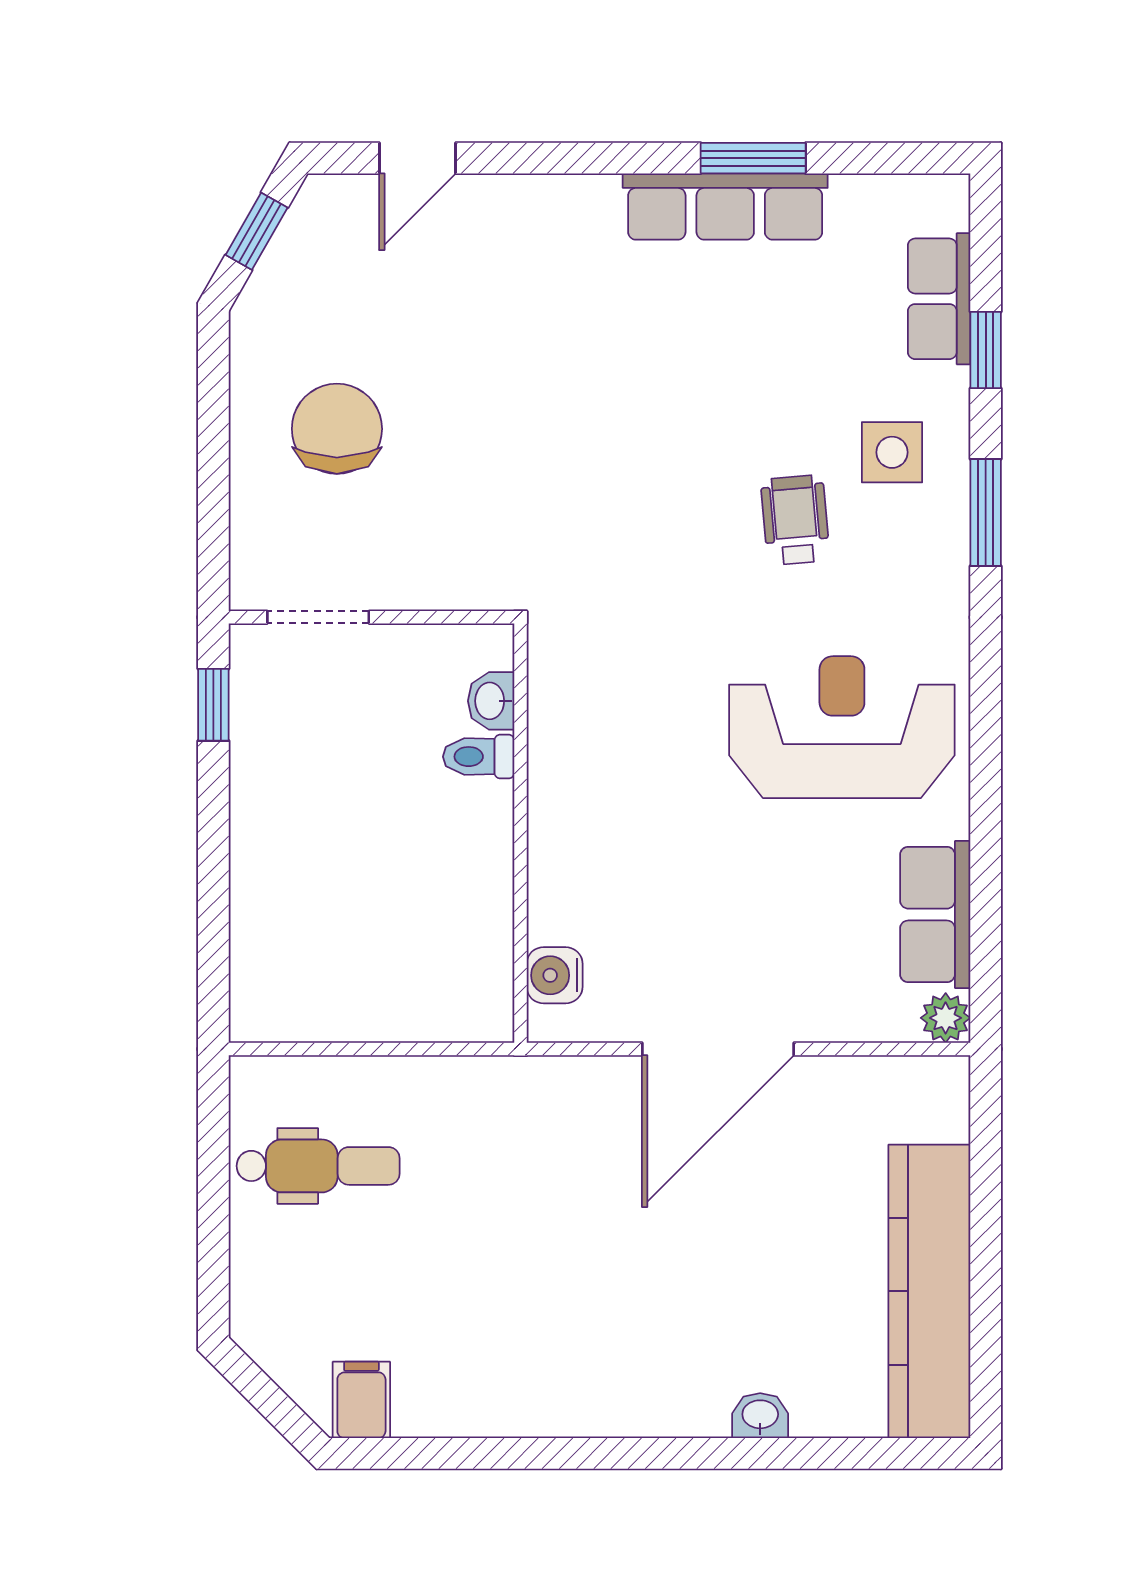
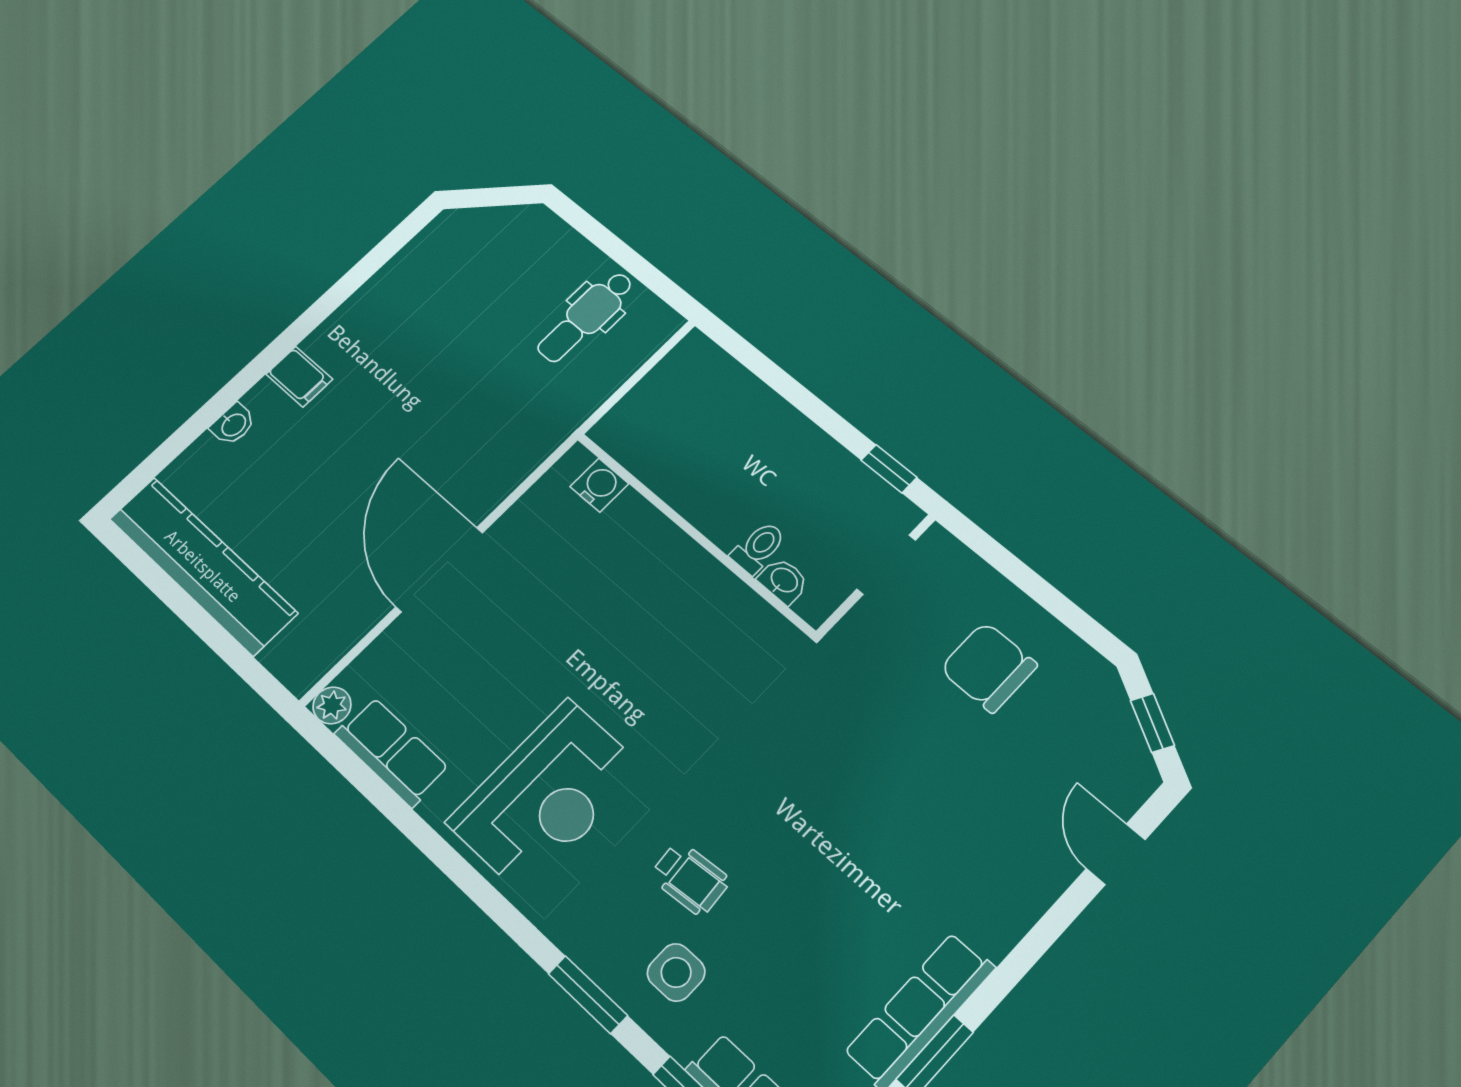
chair: (337, 429) -> (989, 667), turned 180
washbasin: (491, 701) -> (784, 581), moved
toilet: (479, 757) -> (759, 548), moved
wall: (520, 833) -> (694, 533), moved
water cooler: (555, 975) -> (599, 485), moved
filing cabinet: (361, 1400) -> (299, 377), moved

